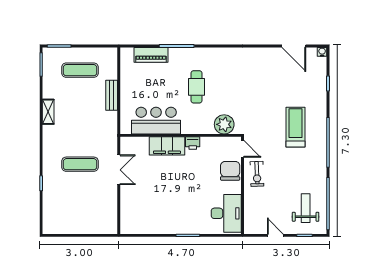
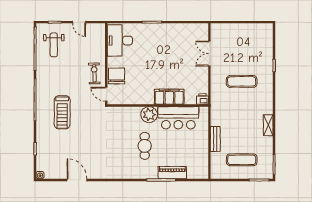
door: (294, 46) -> (77, 180), moved
piano: (151, 55) -> (172, 173), moved
plant: (224, 124) -> (149, 115), moved
printer: (193, 143) -> (202, 99), moved
double door: (119, 170) -> (209, 54), moved
chair: (230, 171) -> (117, 76), turned 180

